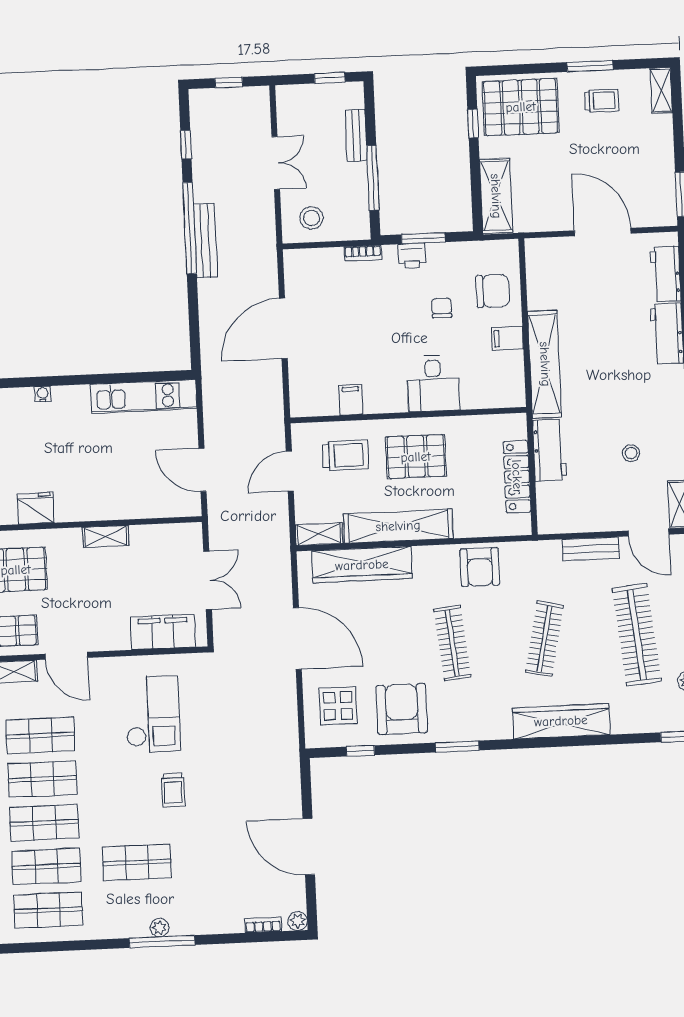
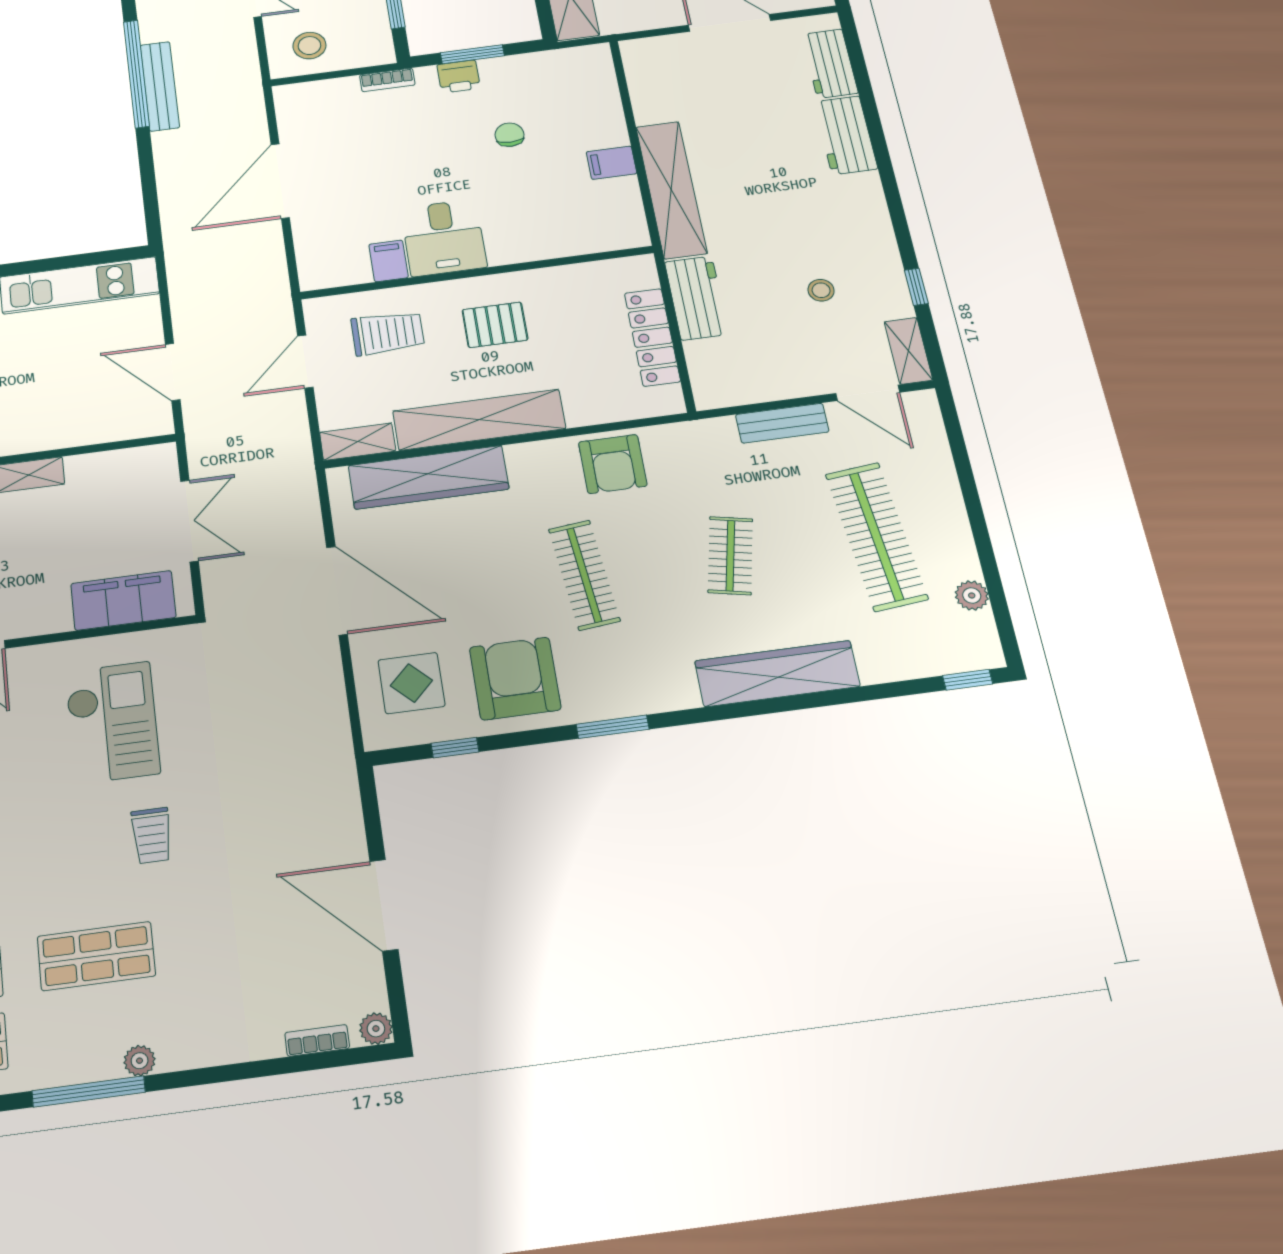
chair: (493, 291) -> (581, 107), removed
desk: (433, 383) -> (444, 238), moved
pallet: (416, 457) -> (495, 325), width x0.67, depth x0.71
clothes rail: (545, 639) -> (730, 556), width x0.73
window: (162, 942) -> (89, 1091), moved

